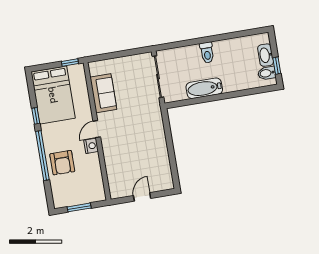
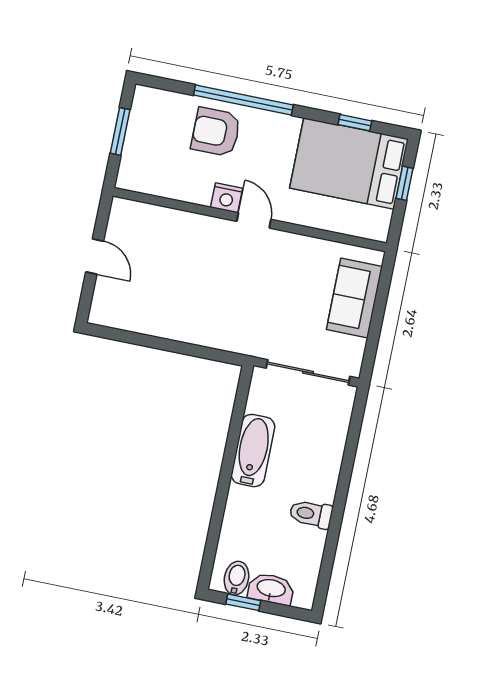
toilet: (207, 53) -> (311, 514), moved
window: (70, 62) -> (405, 183), moved
sofa: (103, 93) -> (354, 298), moved, turned 90
window: (36, 116) -> (355, 123), moved

